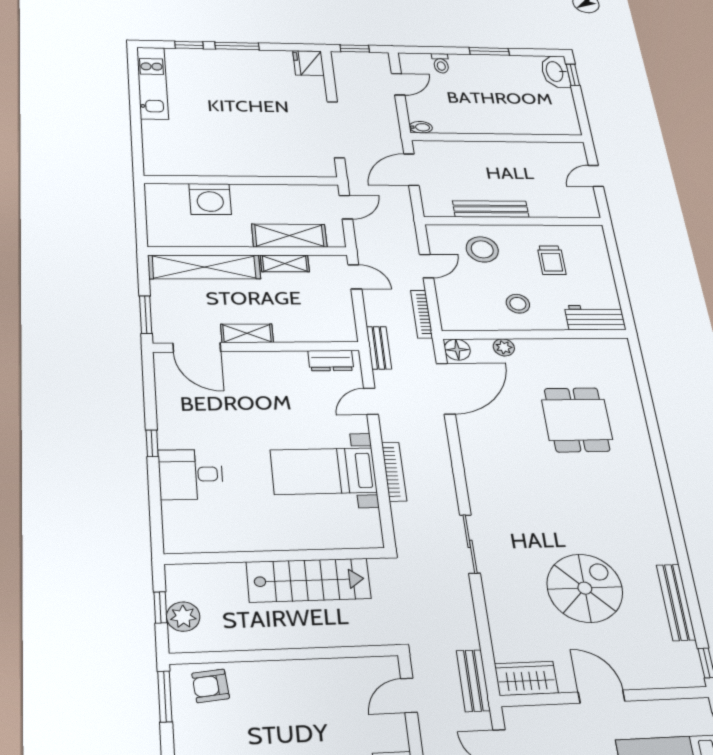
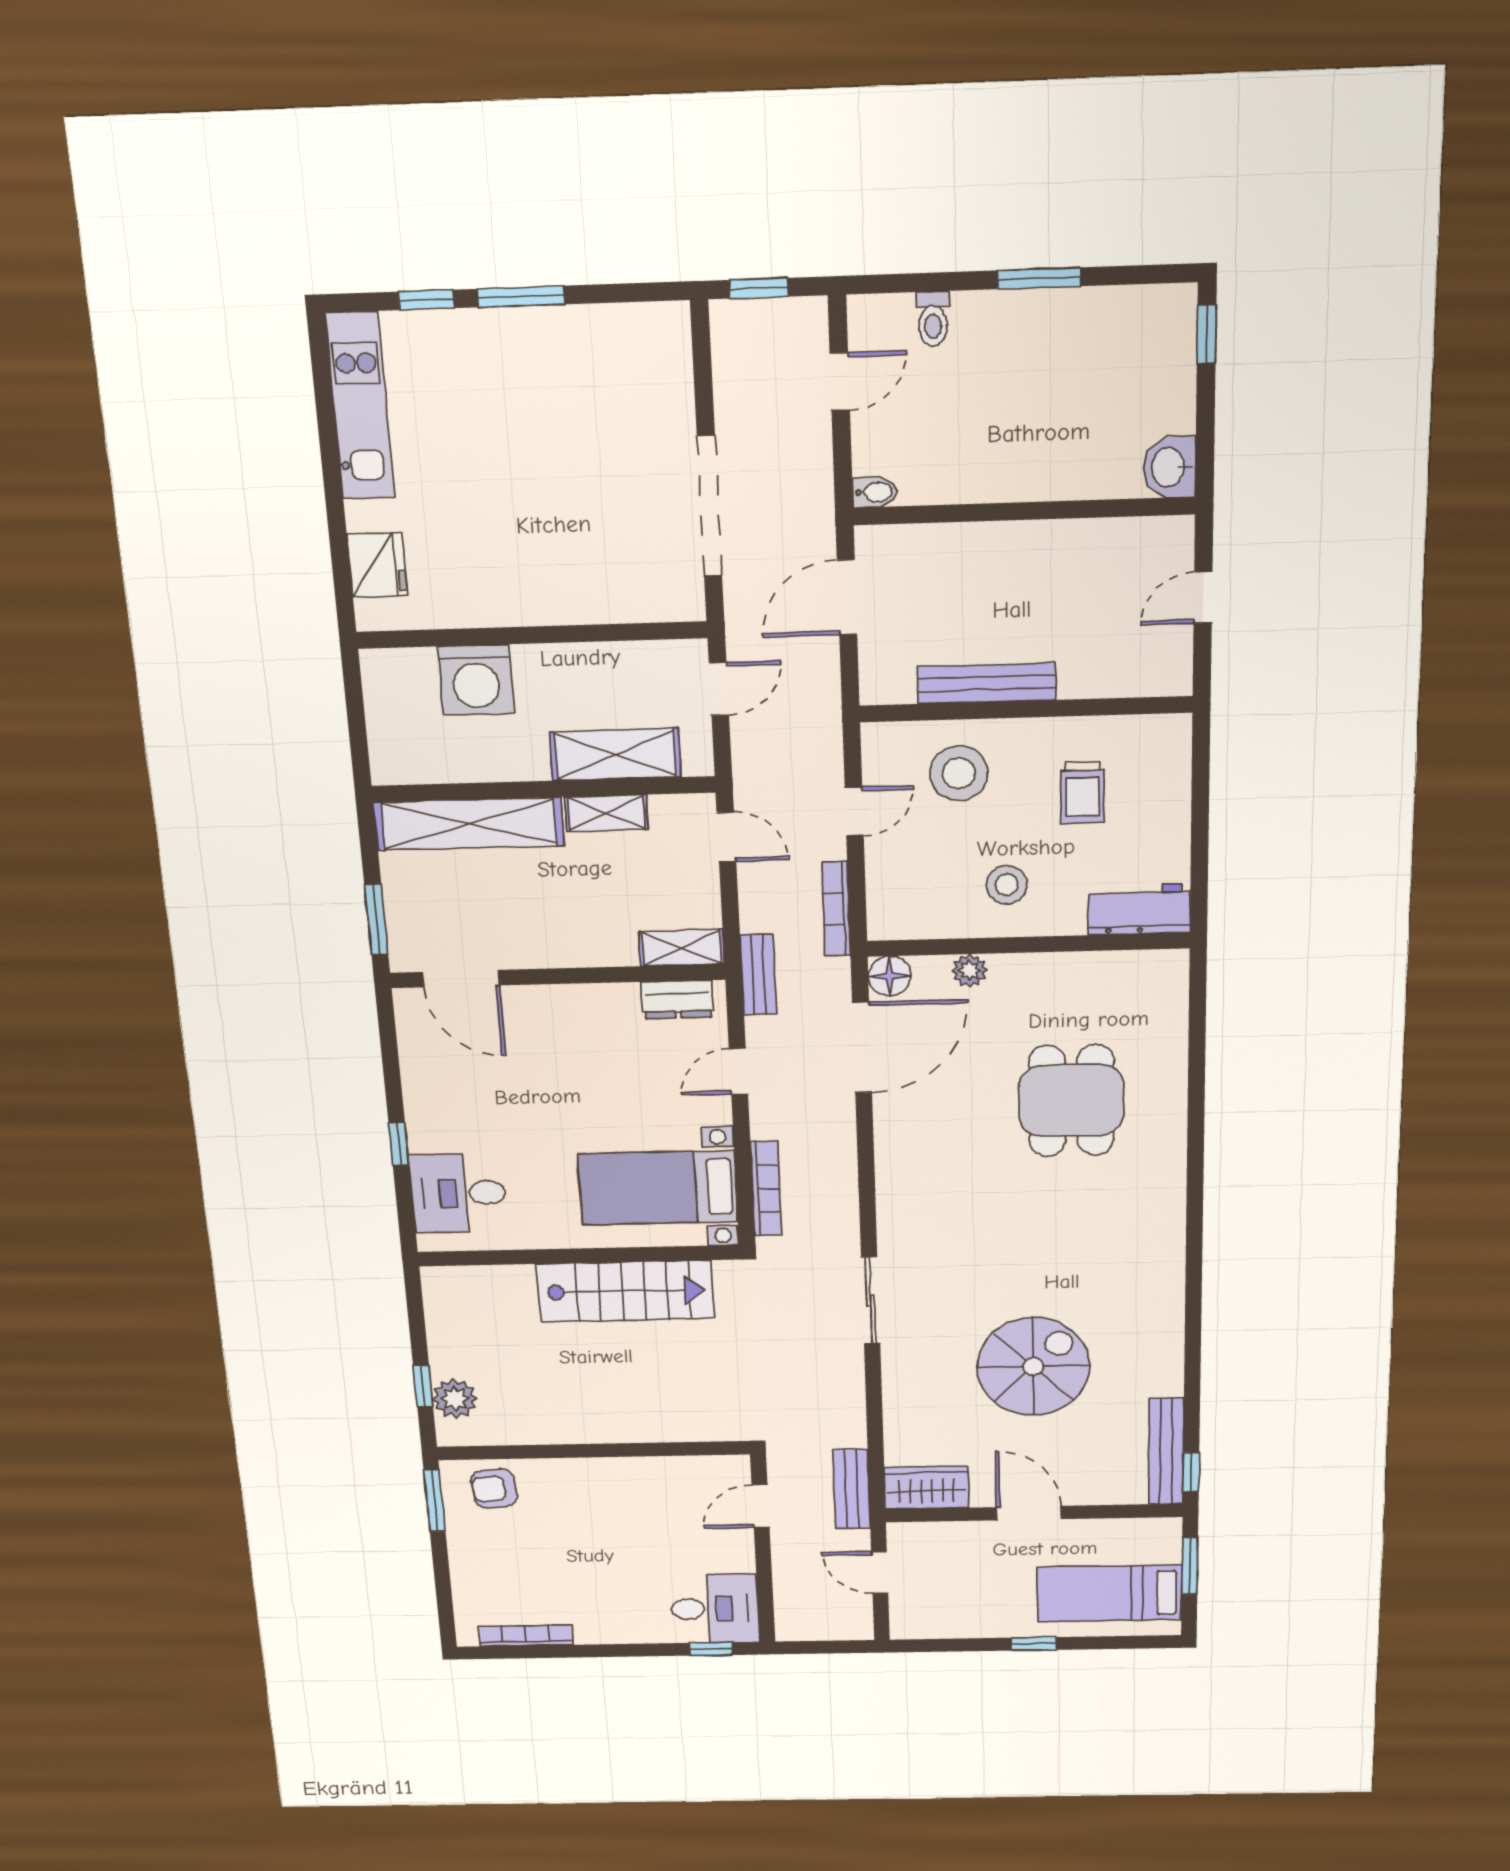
fridge: (308, 63) -> (377, 565), moved, turned 180
washbasin: (555, 72) -> (1169, 467), moved, width x0.72
shelving: (247, 333) -> (682, 948), moved
wall: (276, 556) -> (579, 1256), moved
stairs: (309, 580) -> (625, 1291), moved
bench: (676, 602) -> (1166, 1451), moved

